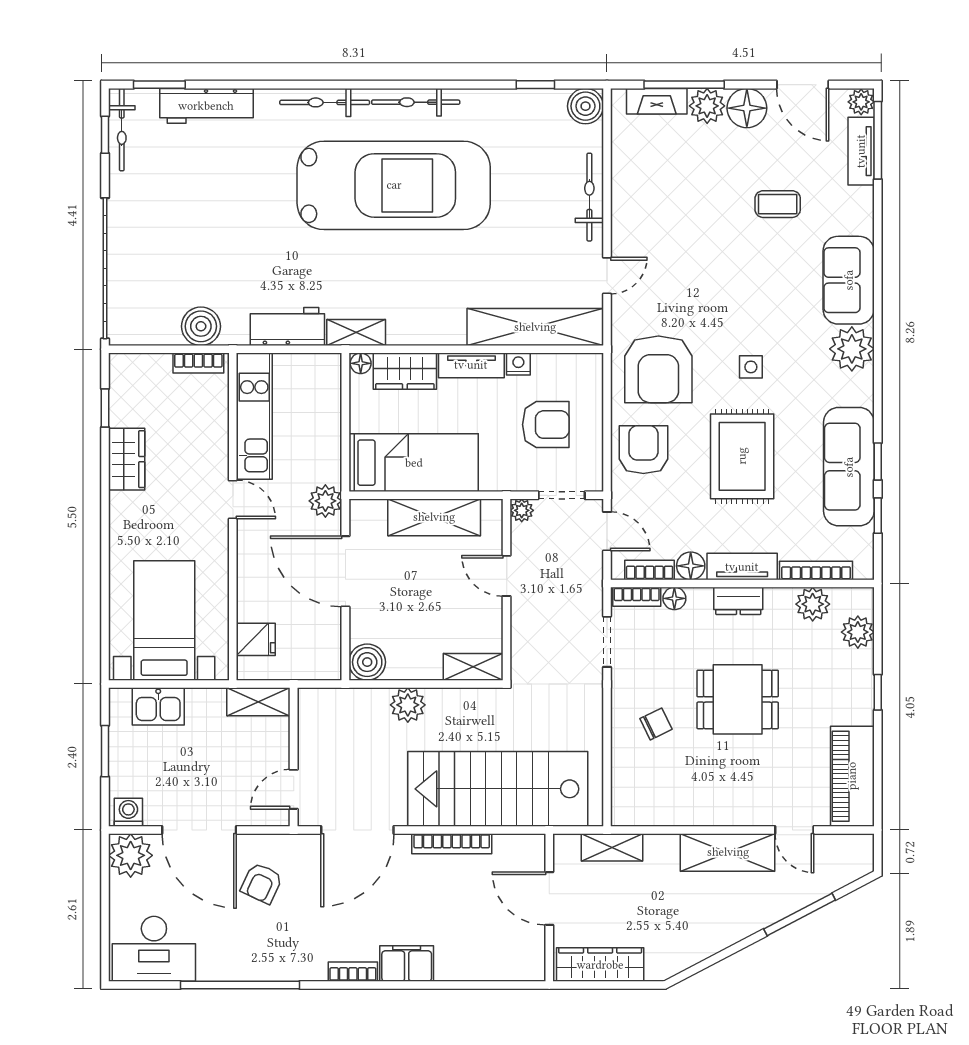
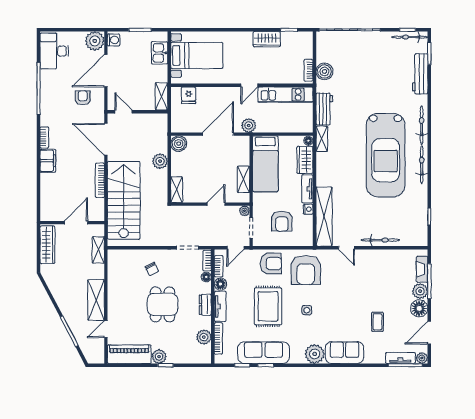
boiler: (585, 106) -> (420, 238), removed
armchair: (658, 369) -> (306, 270), turned -90
rug: (742, 456) -> (268, 306), turned 90
shelving: (434, 517) -> (243, 179), width x0.67, depth x0.75
plant: (858, 632) -> (159, 357), moved
armchair: (262, 883) -> (83, 98), turned 65

